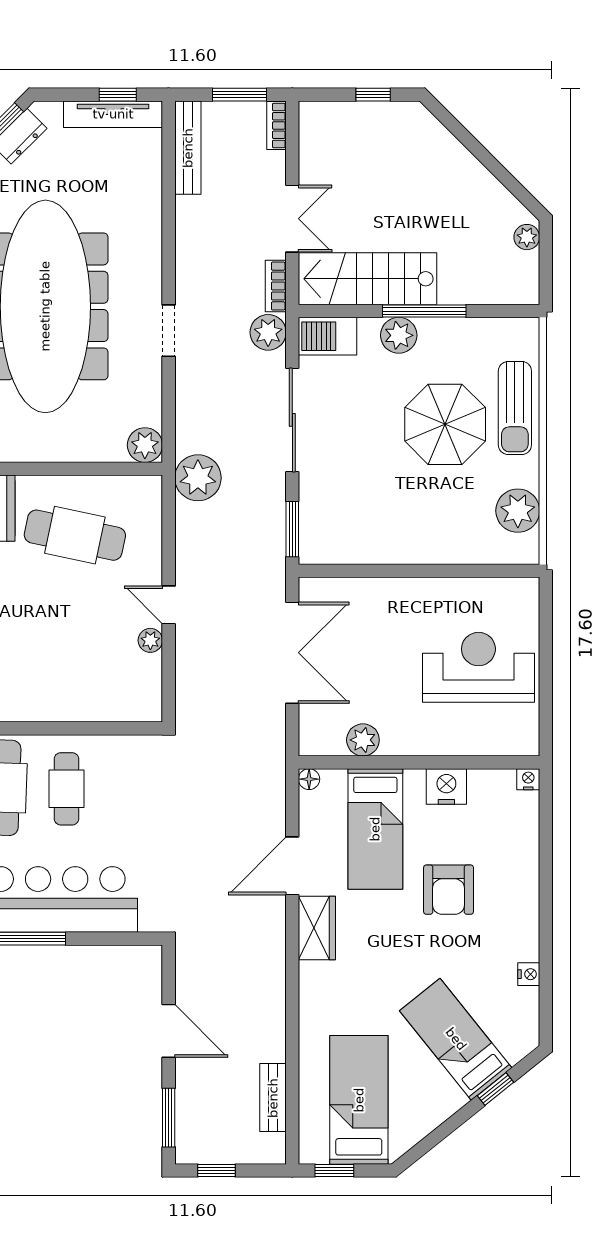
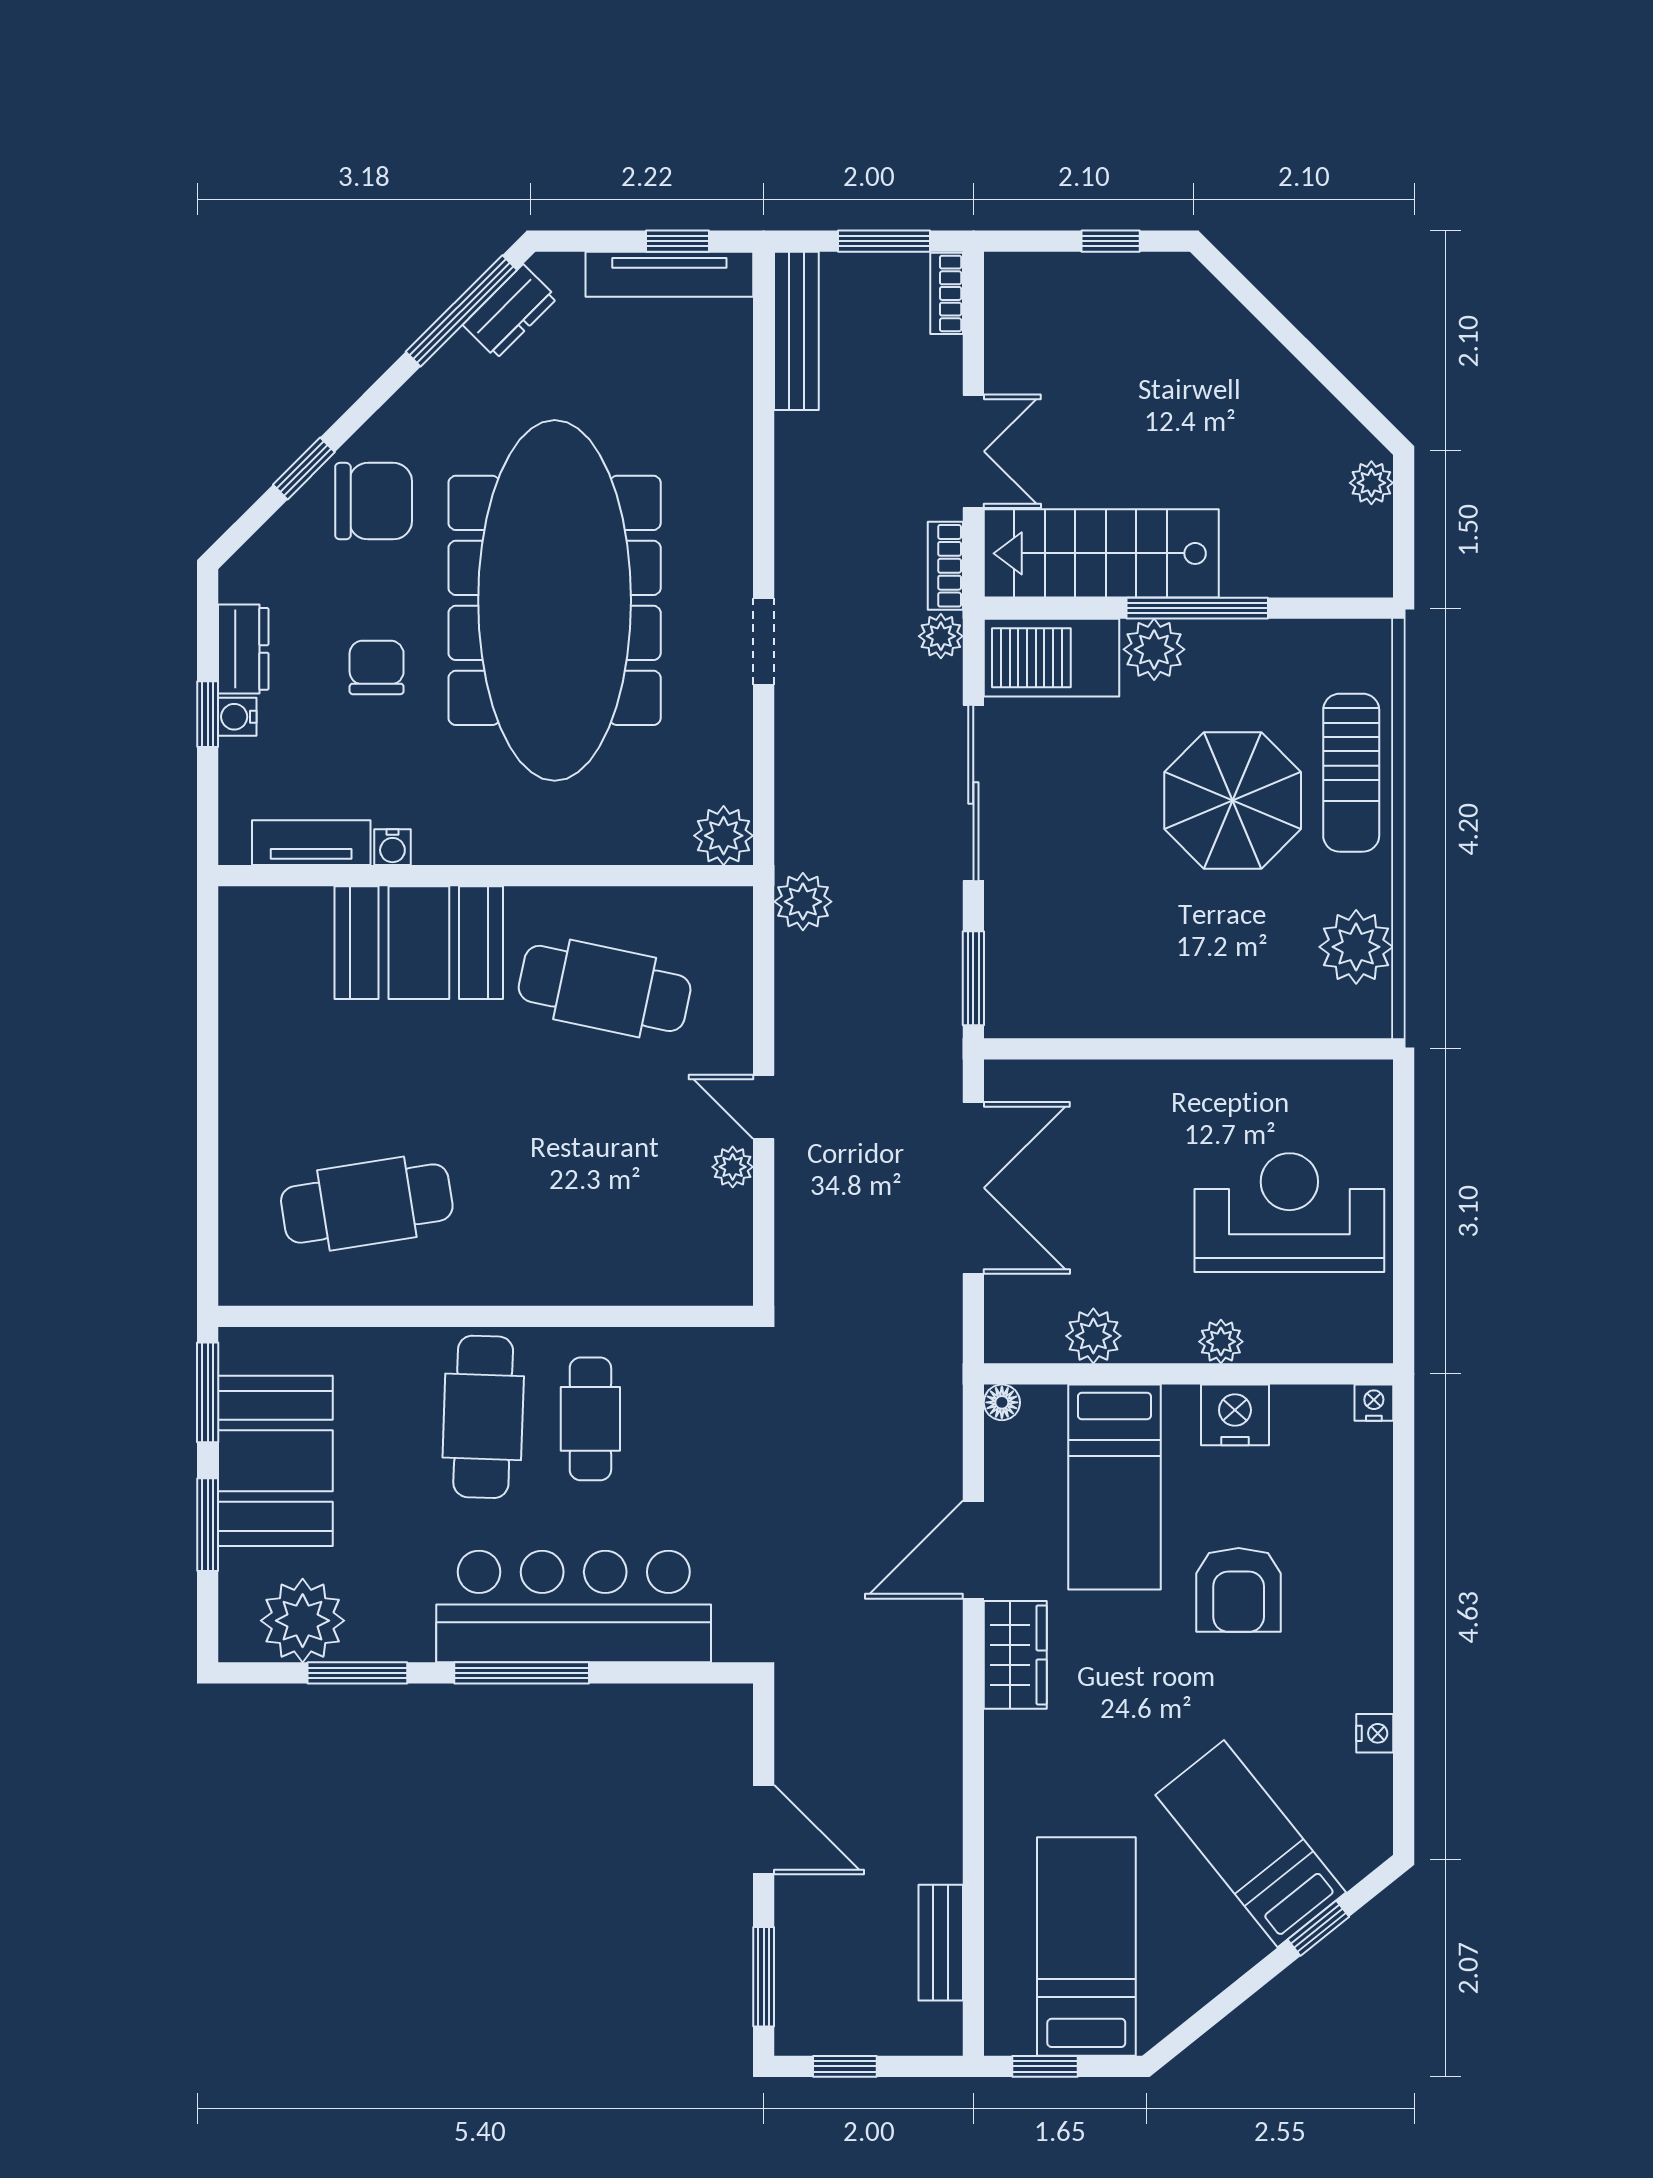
plant: (268, 332) -> (941, 636), width x0.73, depth x0.73
barbecue: (328, 336) -> (1052, 658), width x1.37, depth x1.21
plant: (198, 478) -> (803, 902), width x0.73, depth x0.73
plant: (438, 743) -> (1221, 1342), added

